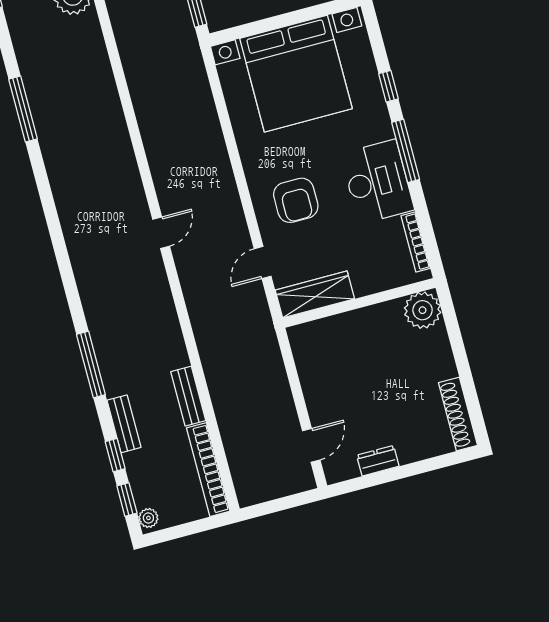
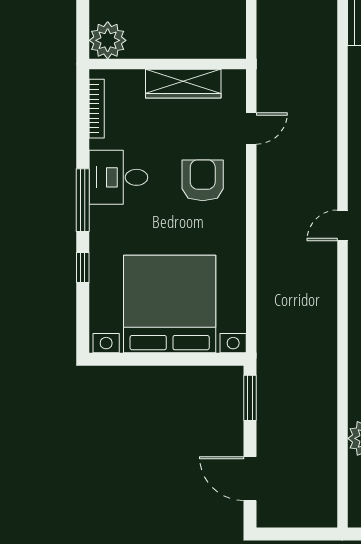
desk: (377, 182) -> (118, 177), width x0.73
door: (161, 233) -> (342, 225), moved
wardrobe: (315, 294) -> (183, 84), moved

